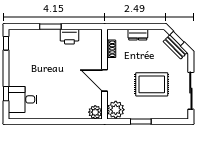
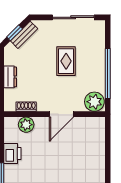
rug: (152, 84) -> (66, 61), width x0.73, depth x0.70
plant: (95, 112) -> (26, 125), moved
window: (141, 122) -> (108, 74), width x2.11

